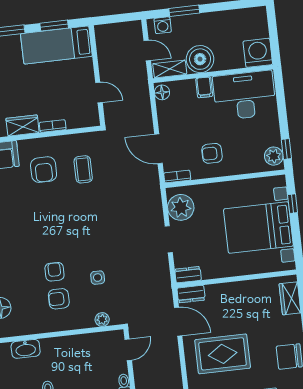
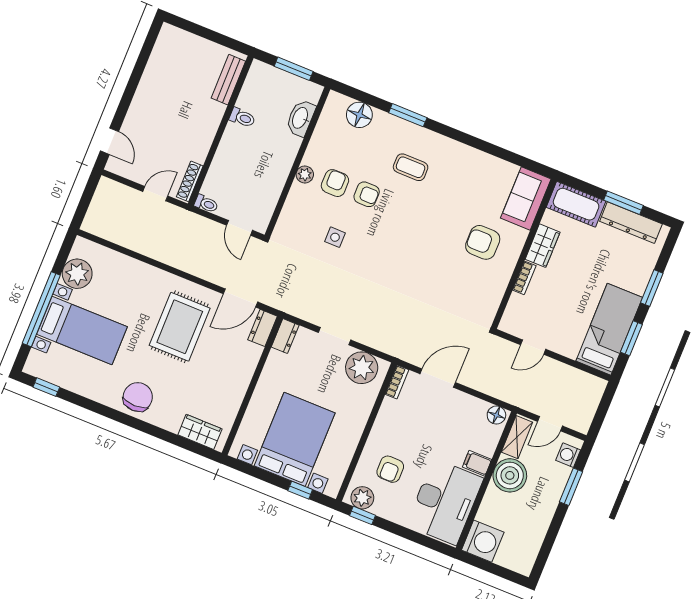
armchair: (212, 153) -> (390, 469), moved, turned 180
coffee table: (83, 169) -> (411, 167), moved
plant: (102, 319) -> (305, 174), moved

